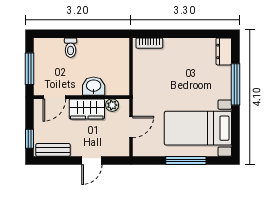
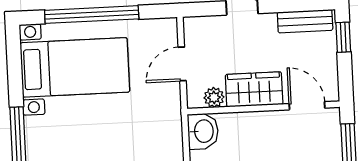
washbasin: (94, 86) -> (203, 131), moved, turned -90
door: (54, 97) -> (307, 106), hinge flipped
window: (186, 161) -> (92, 15), width x1.46

